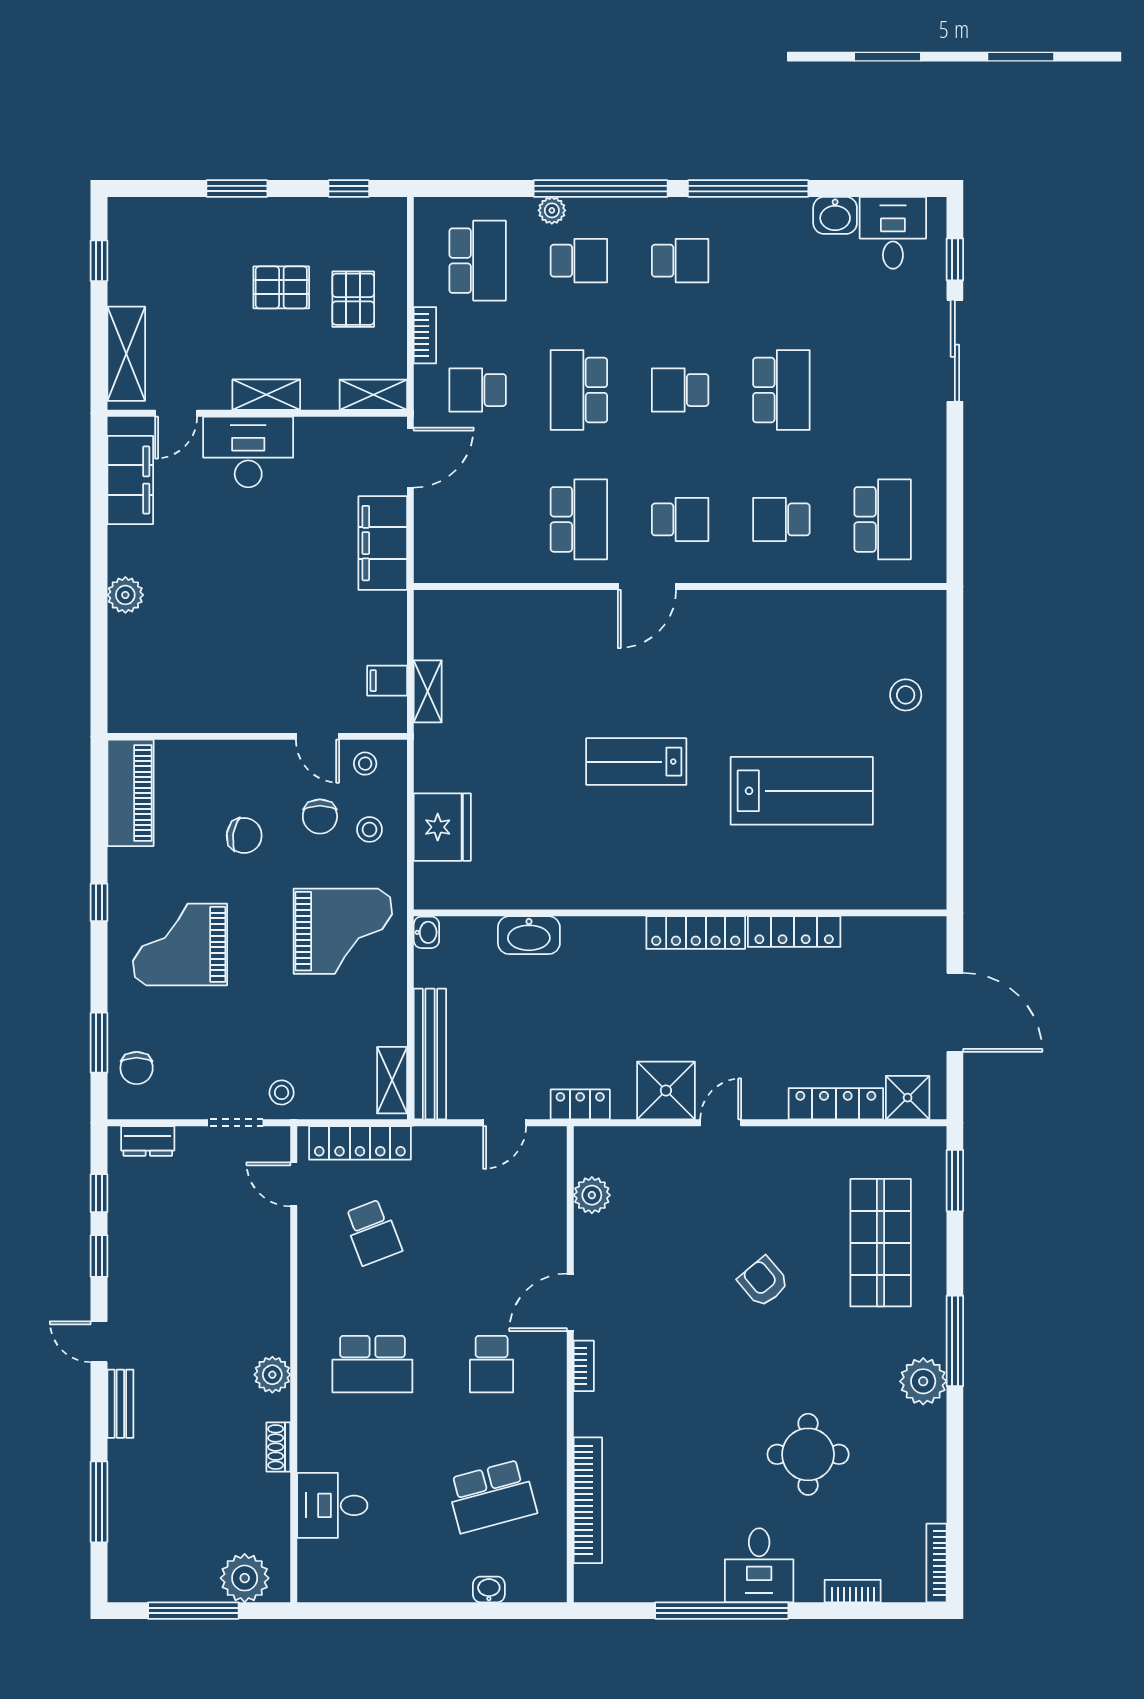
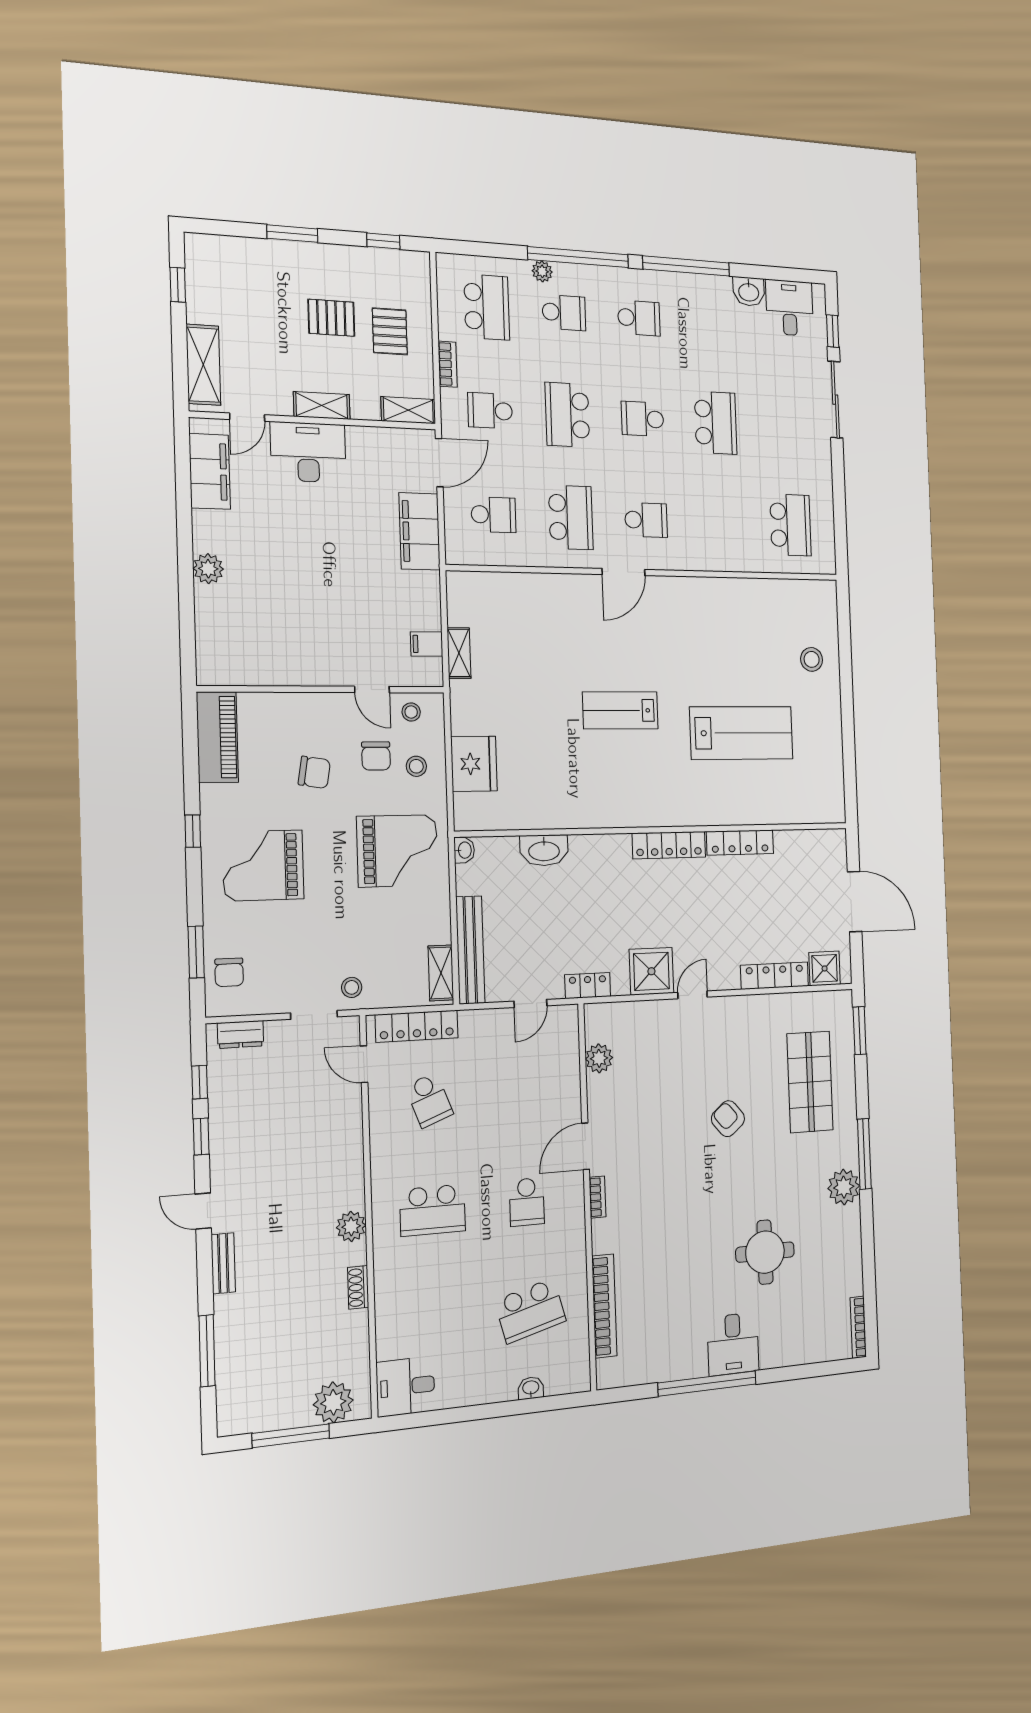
school desk: (781, 519) -> (493, 515), moved, turned 180
desk: (332, 1505) -> (405, 1387), moved
bookcase: (853, 1591) -> (801, 1356), removed

